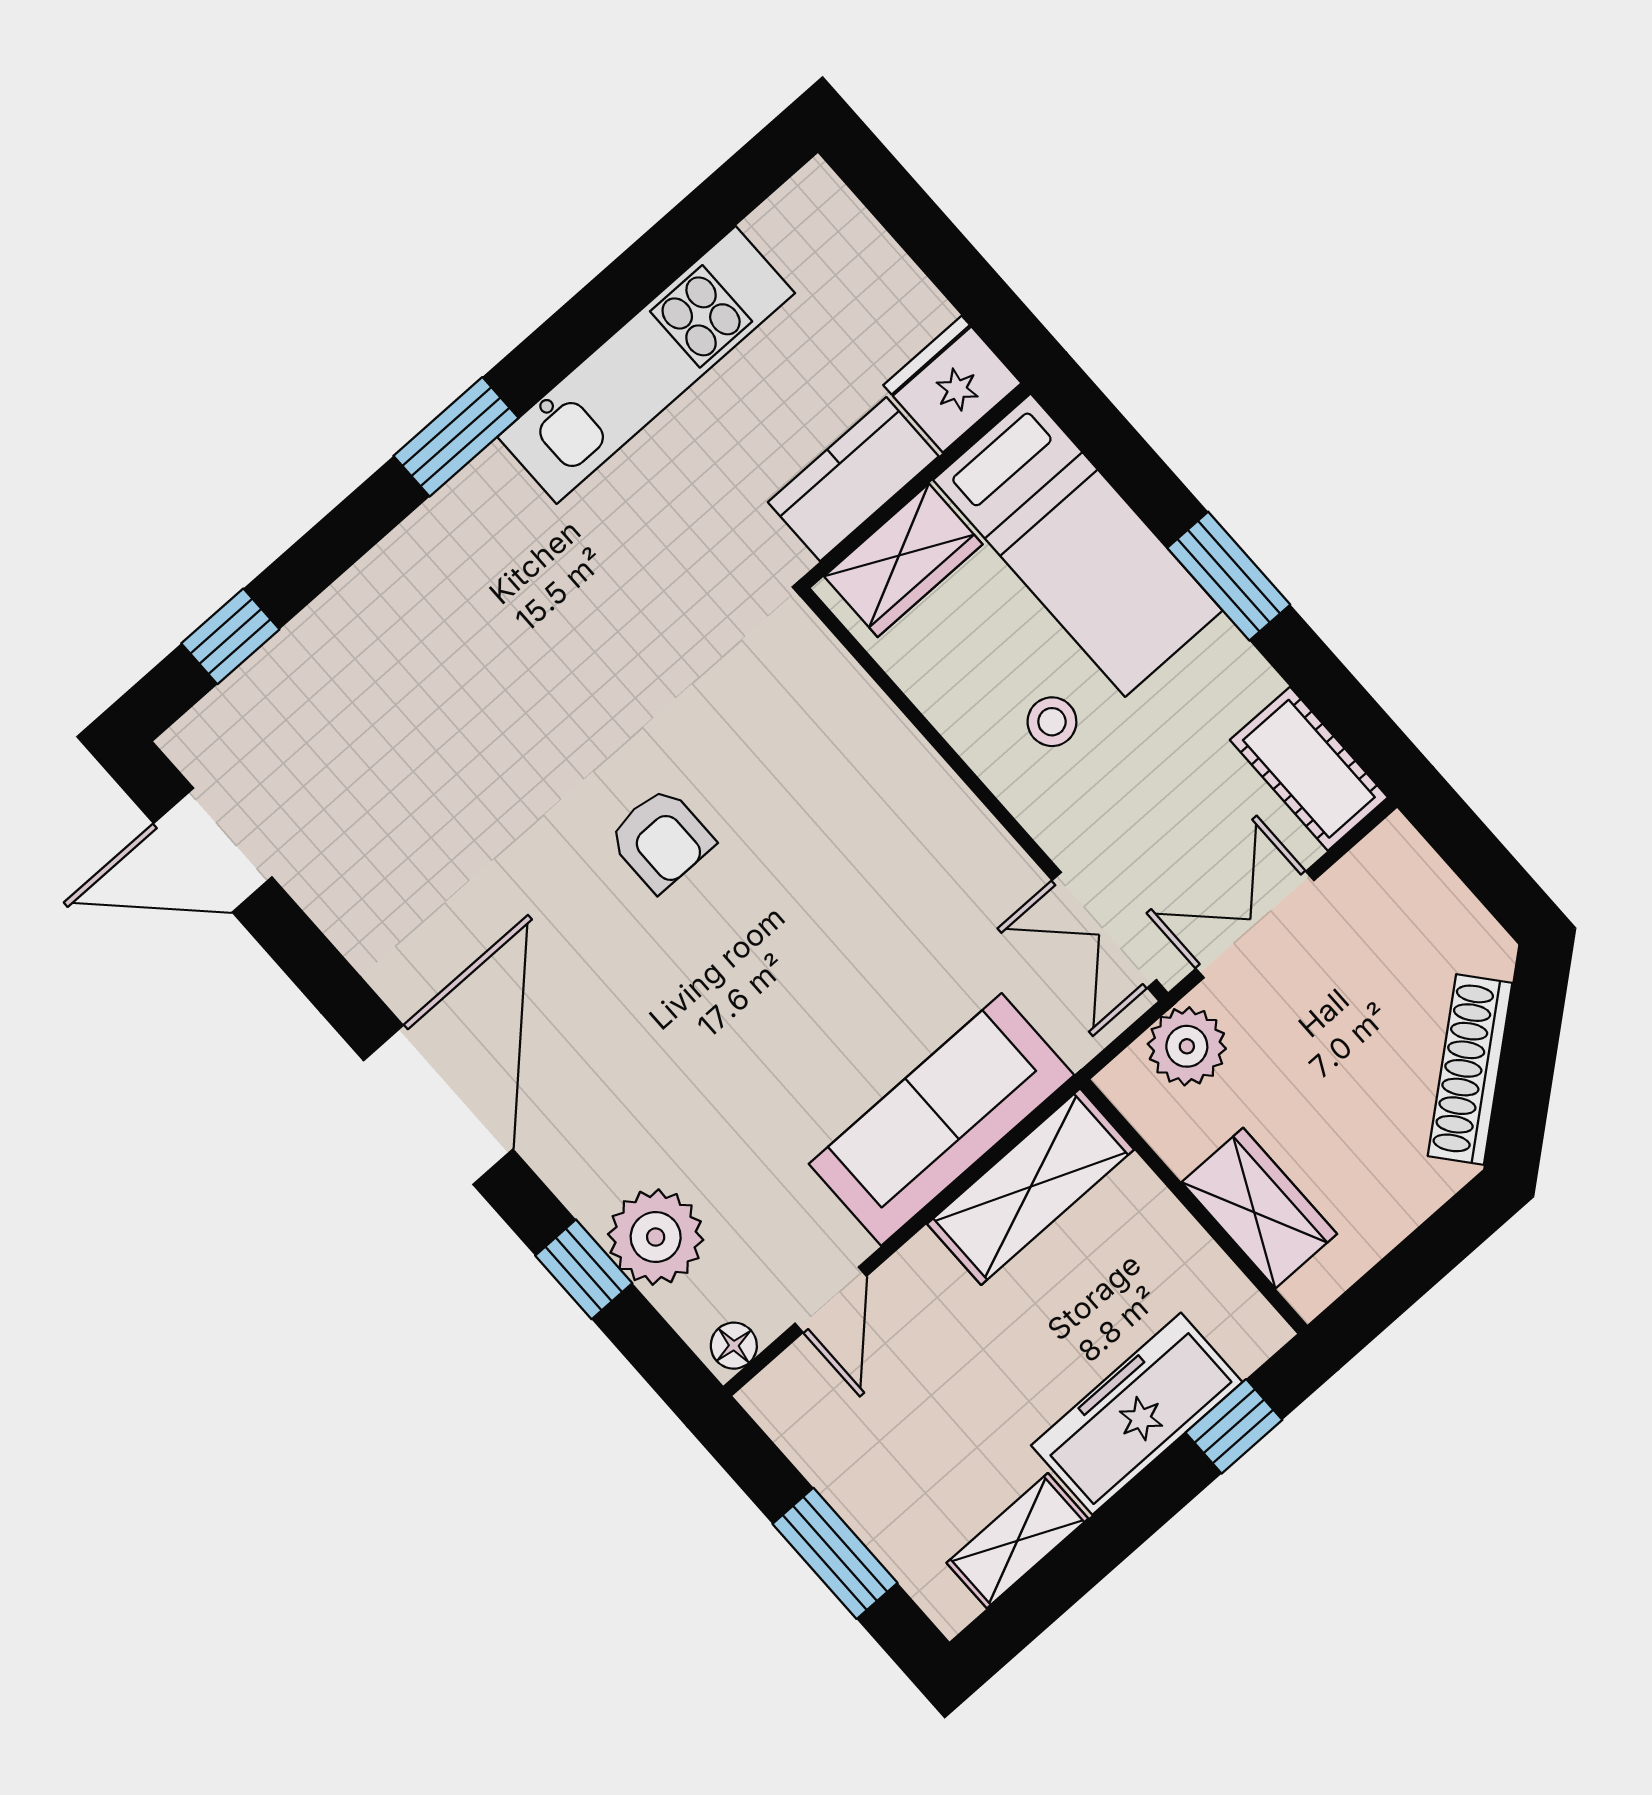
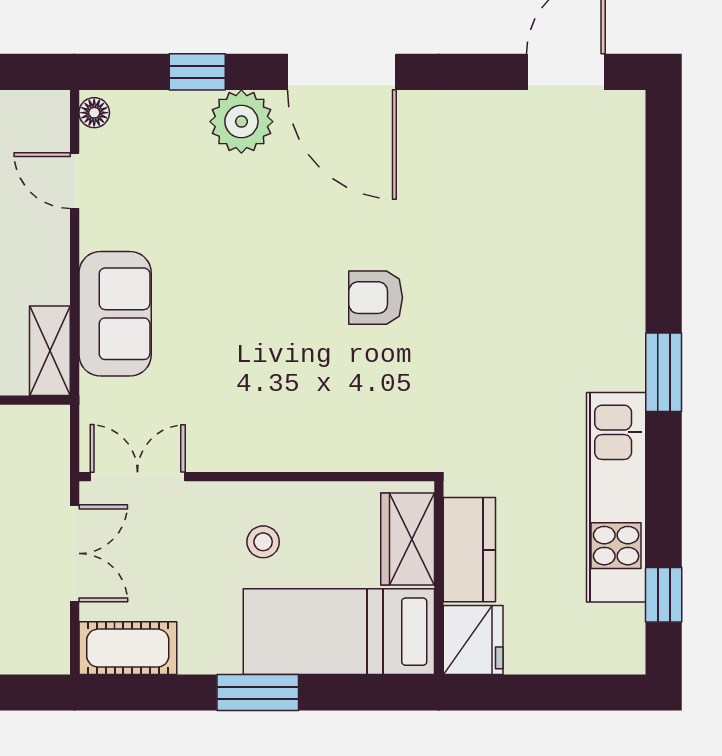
window: (230, 636) -> (664, 595), moved
plant: (1187, 1046) -> (44, 467), removed
sofa: (941, 1119) -> (115, 314), width x0.73
shelving: (1031, 1187) -> (50, 351), width x0.67, depth x0.75
plant: (656, 1237) -> (241, 122), moved

